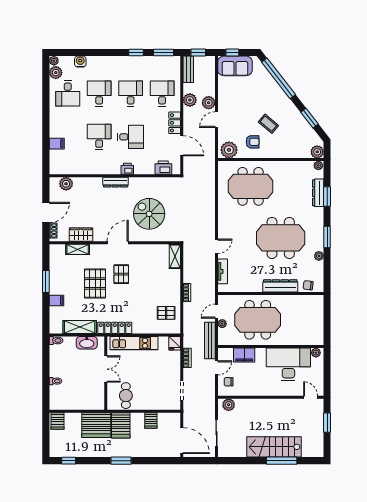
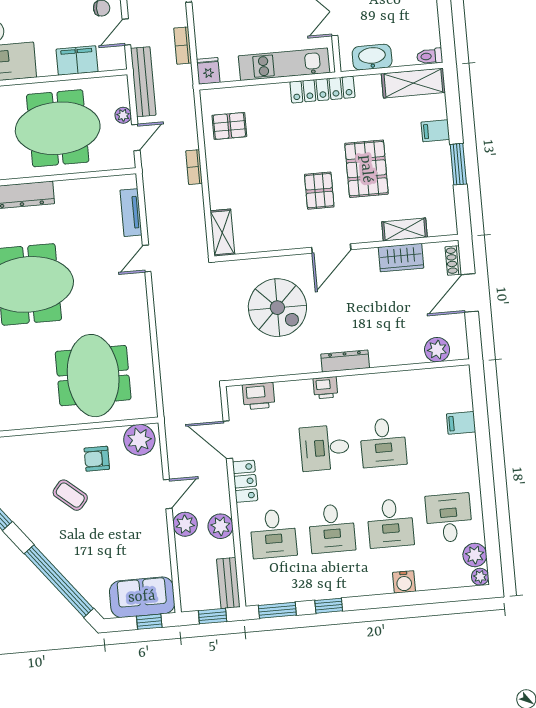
water cooler: (80, 62) -> (404, 582), moved
meeting table: (251, 186) -> (93, 376), turned 90
shelving: (80, 327) -> (413, 83), moved

